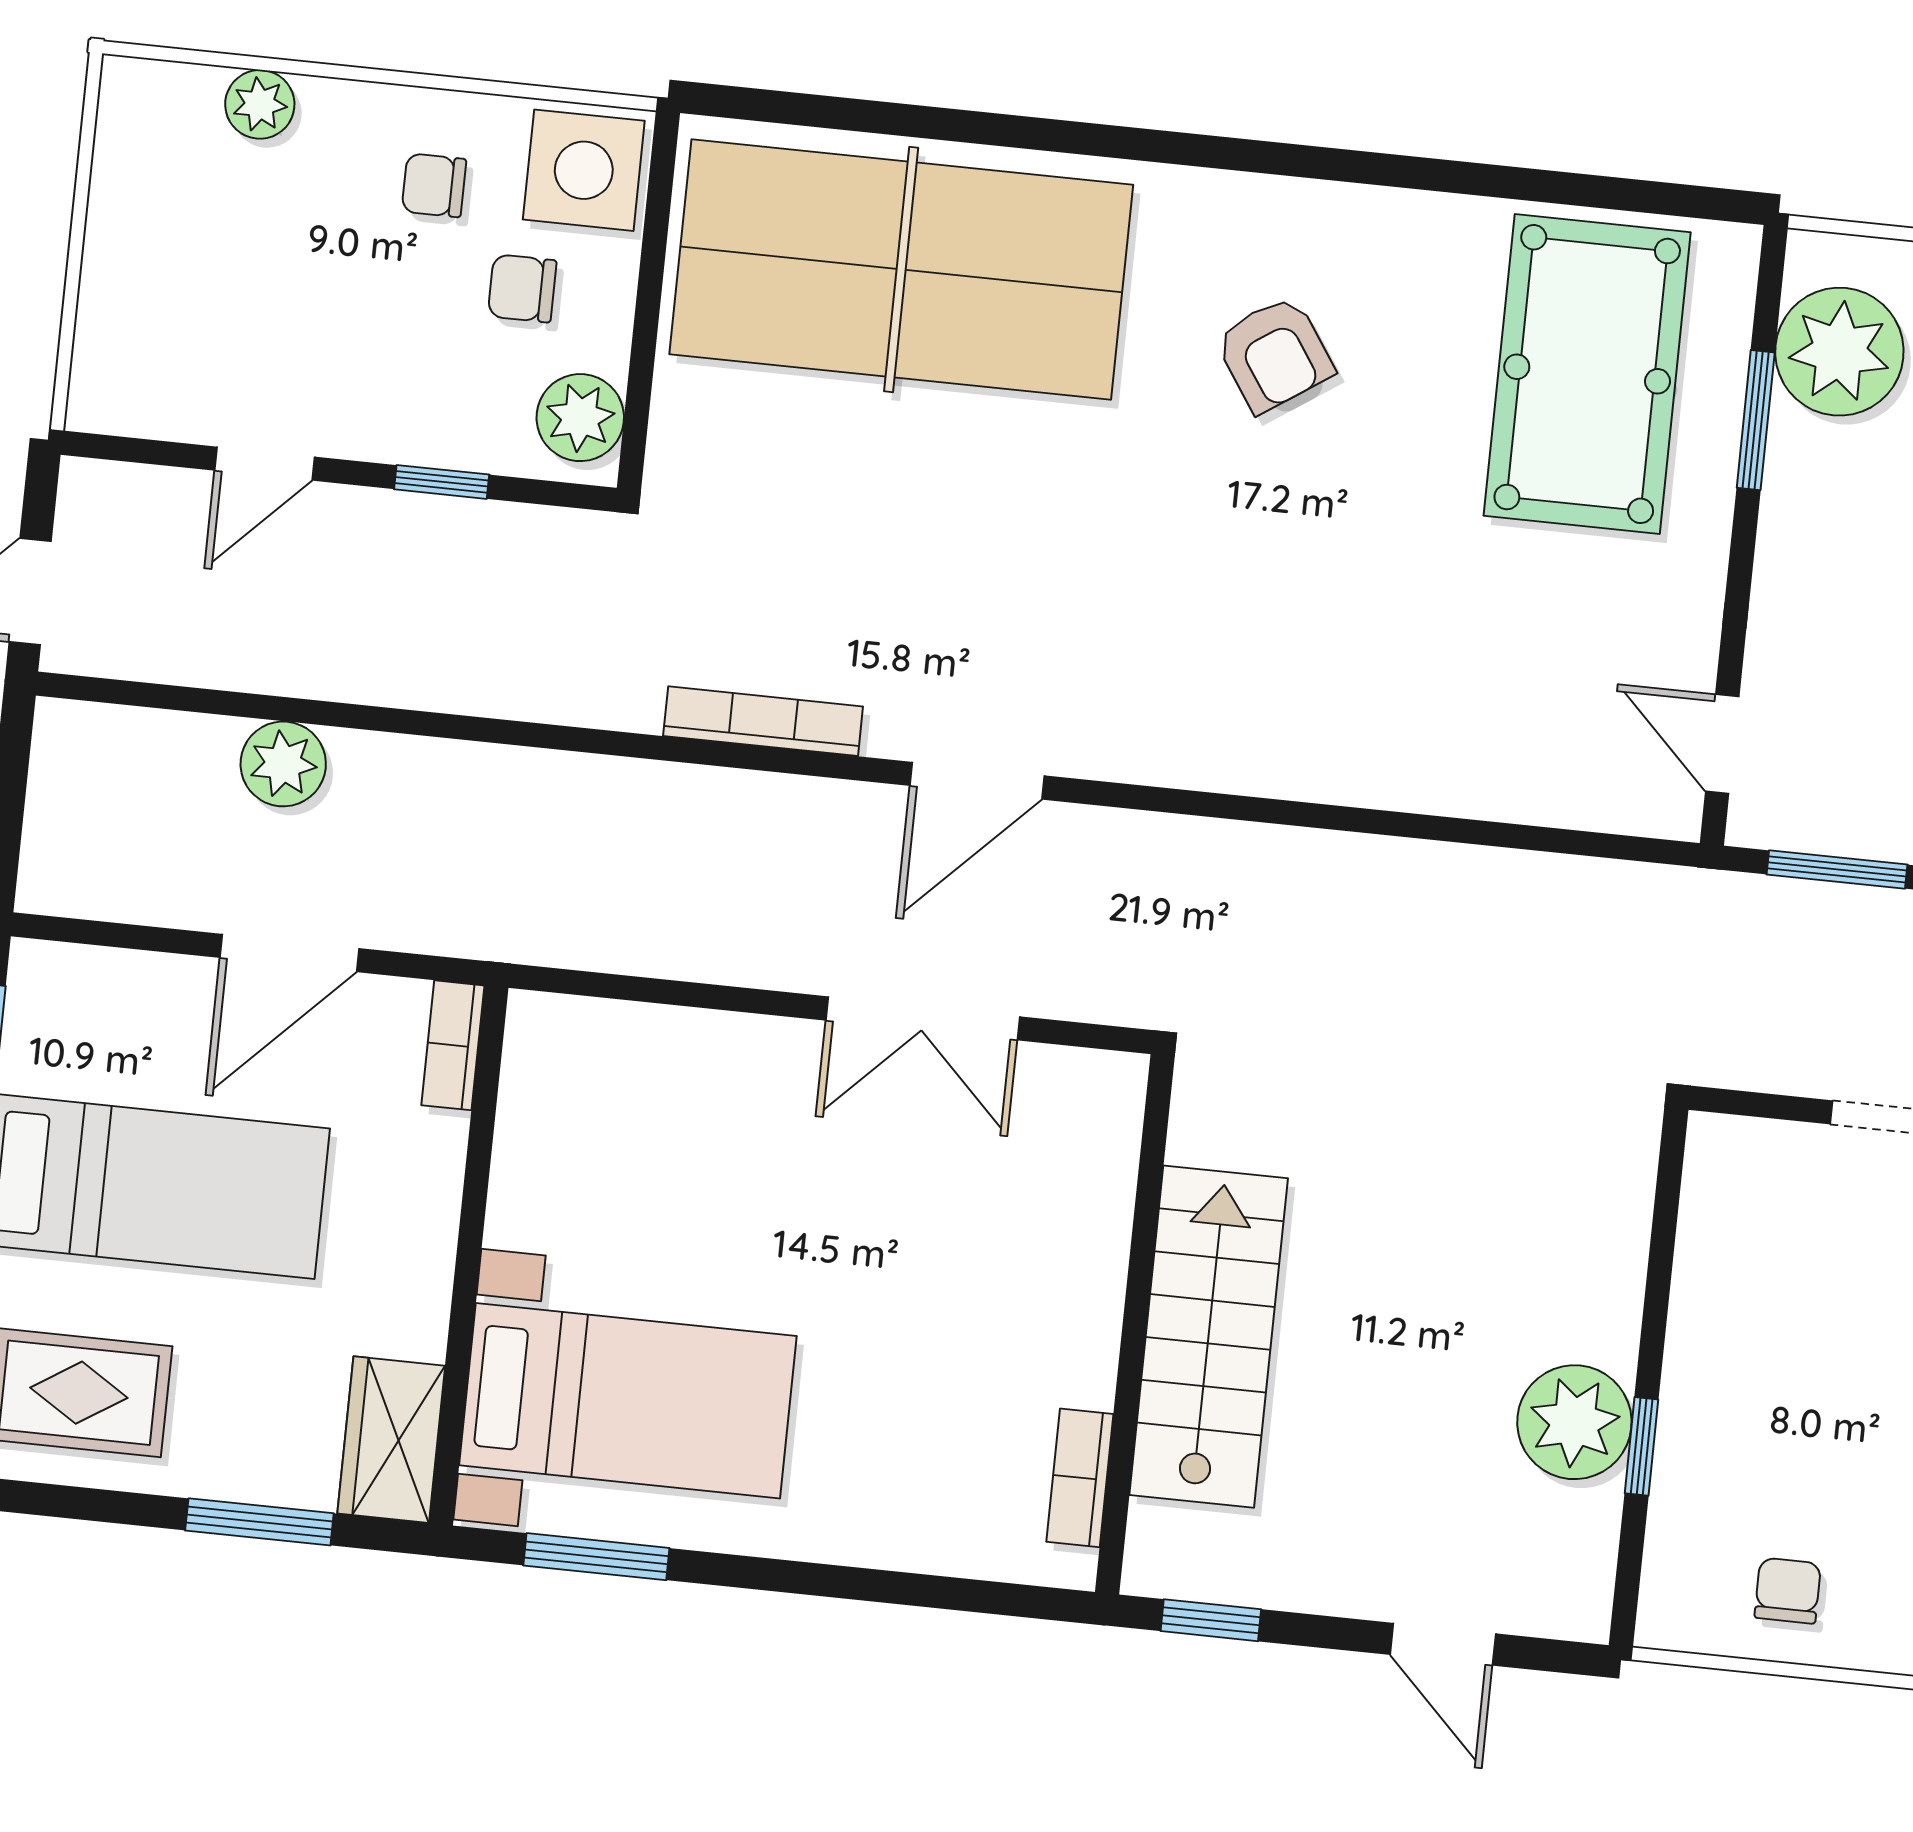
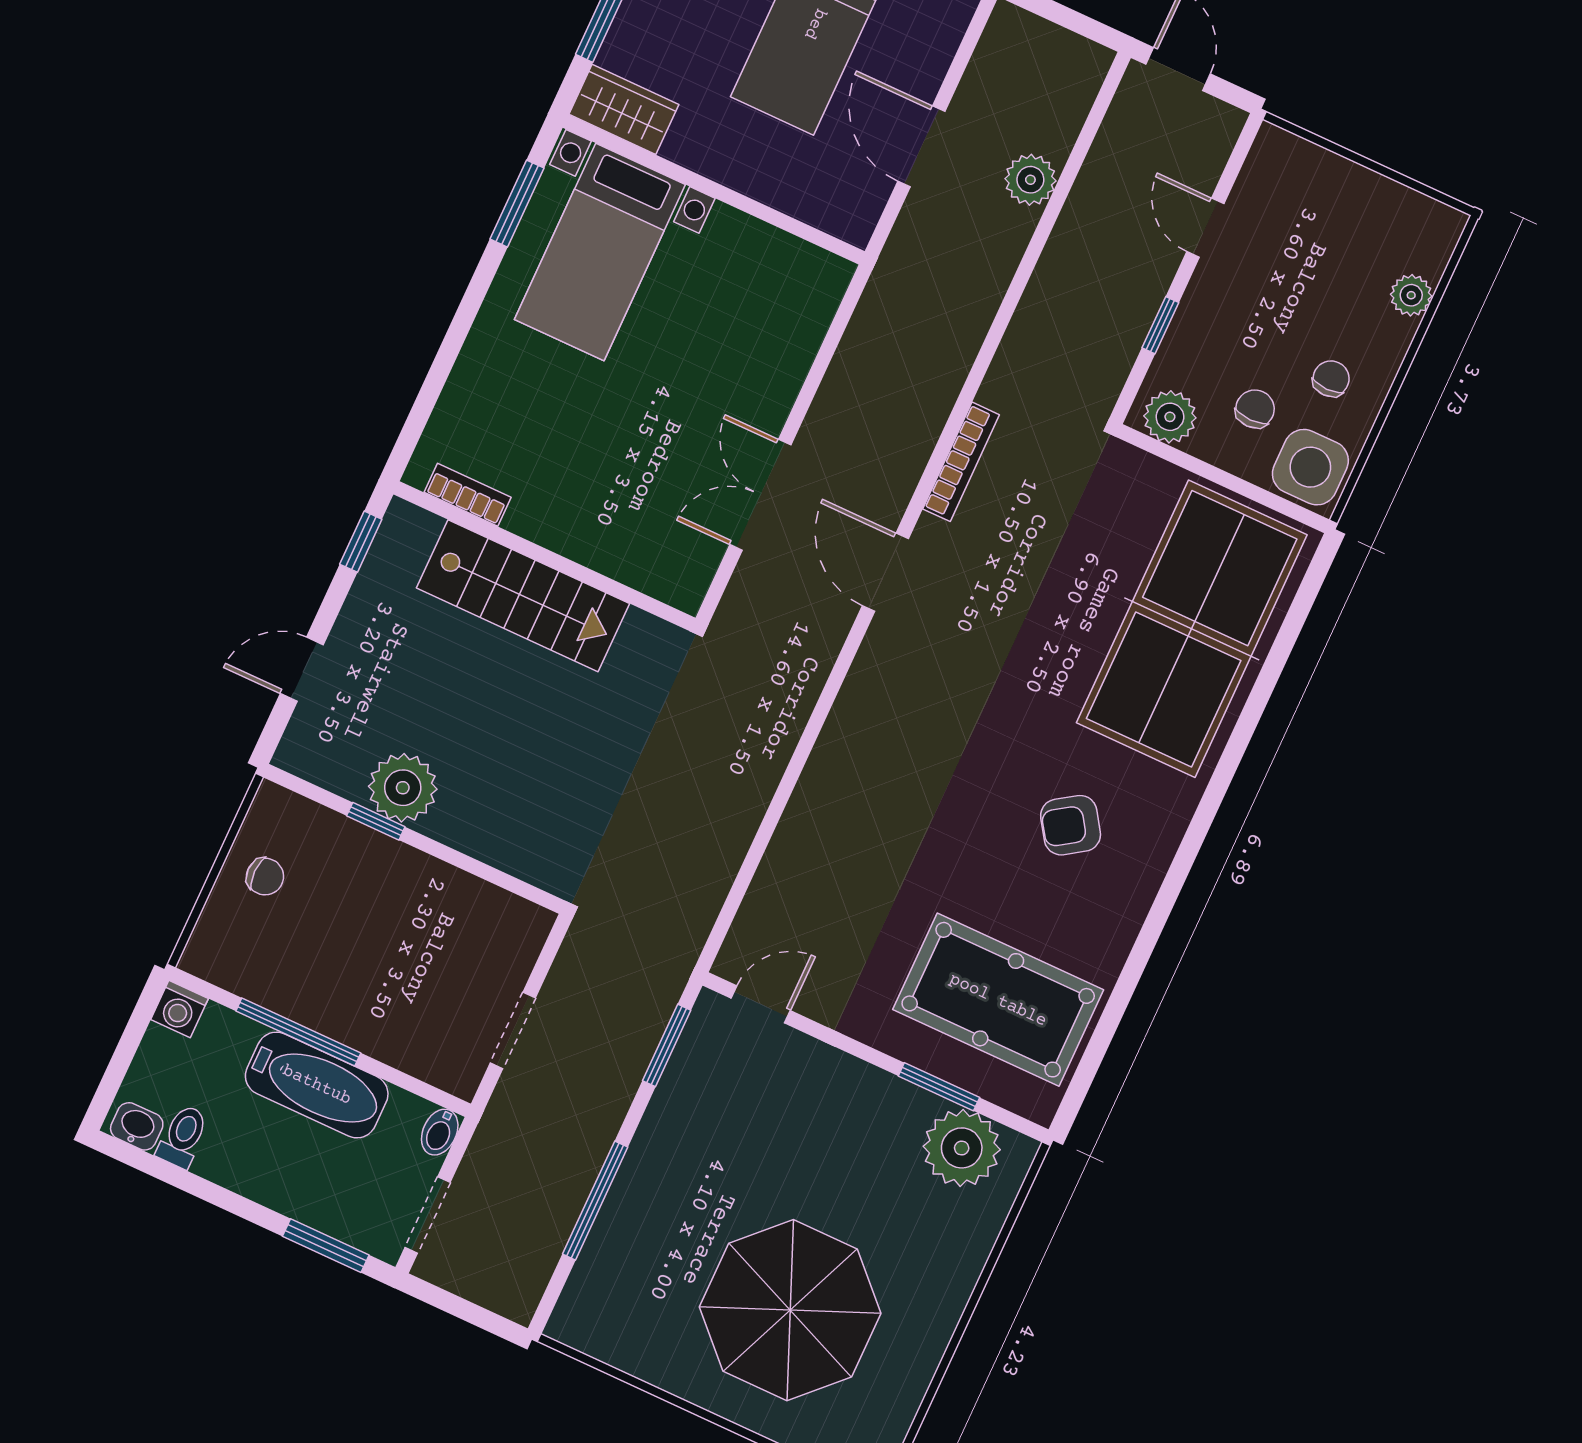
bookcase: (453, 1045) -> (837, 222), removed

